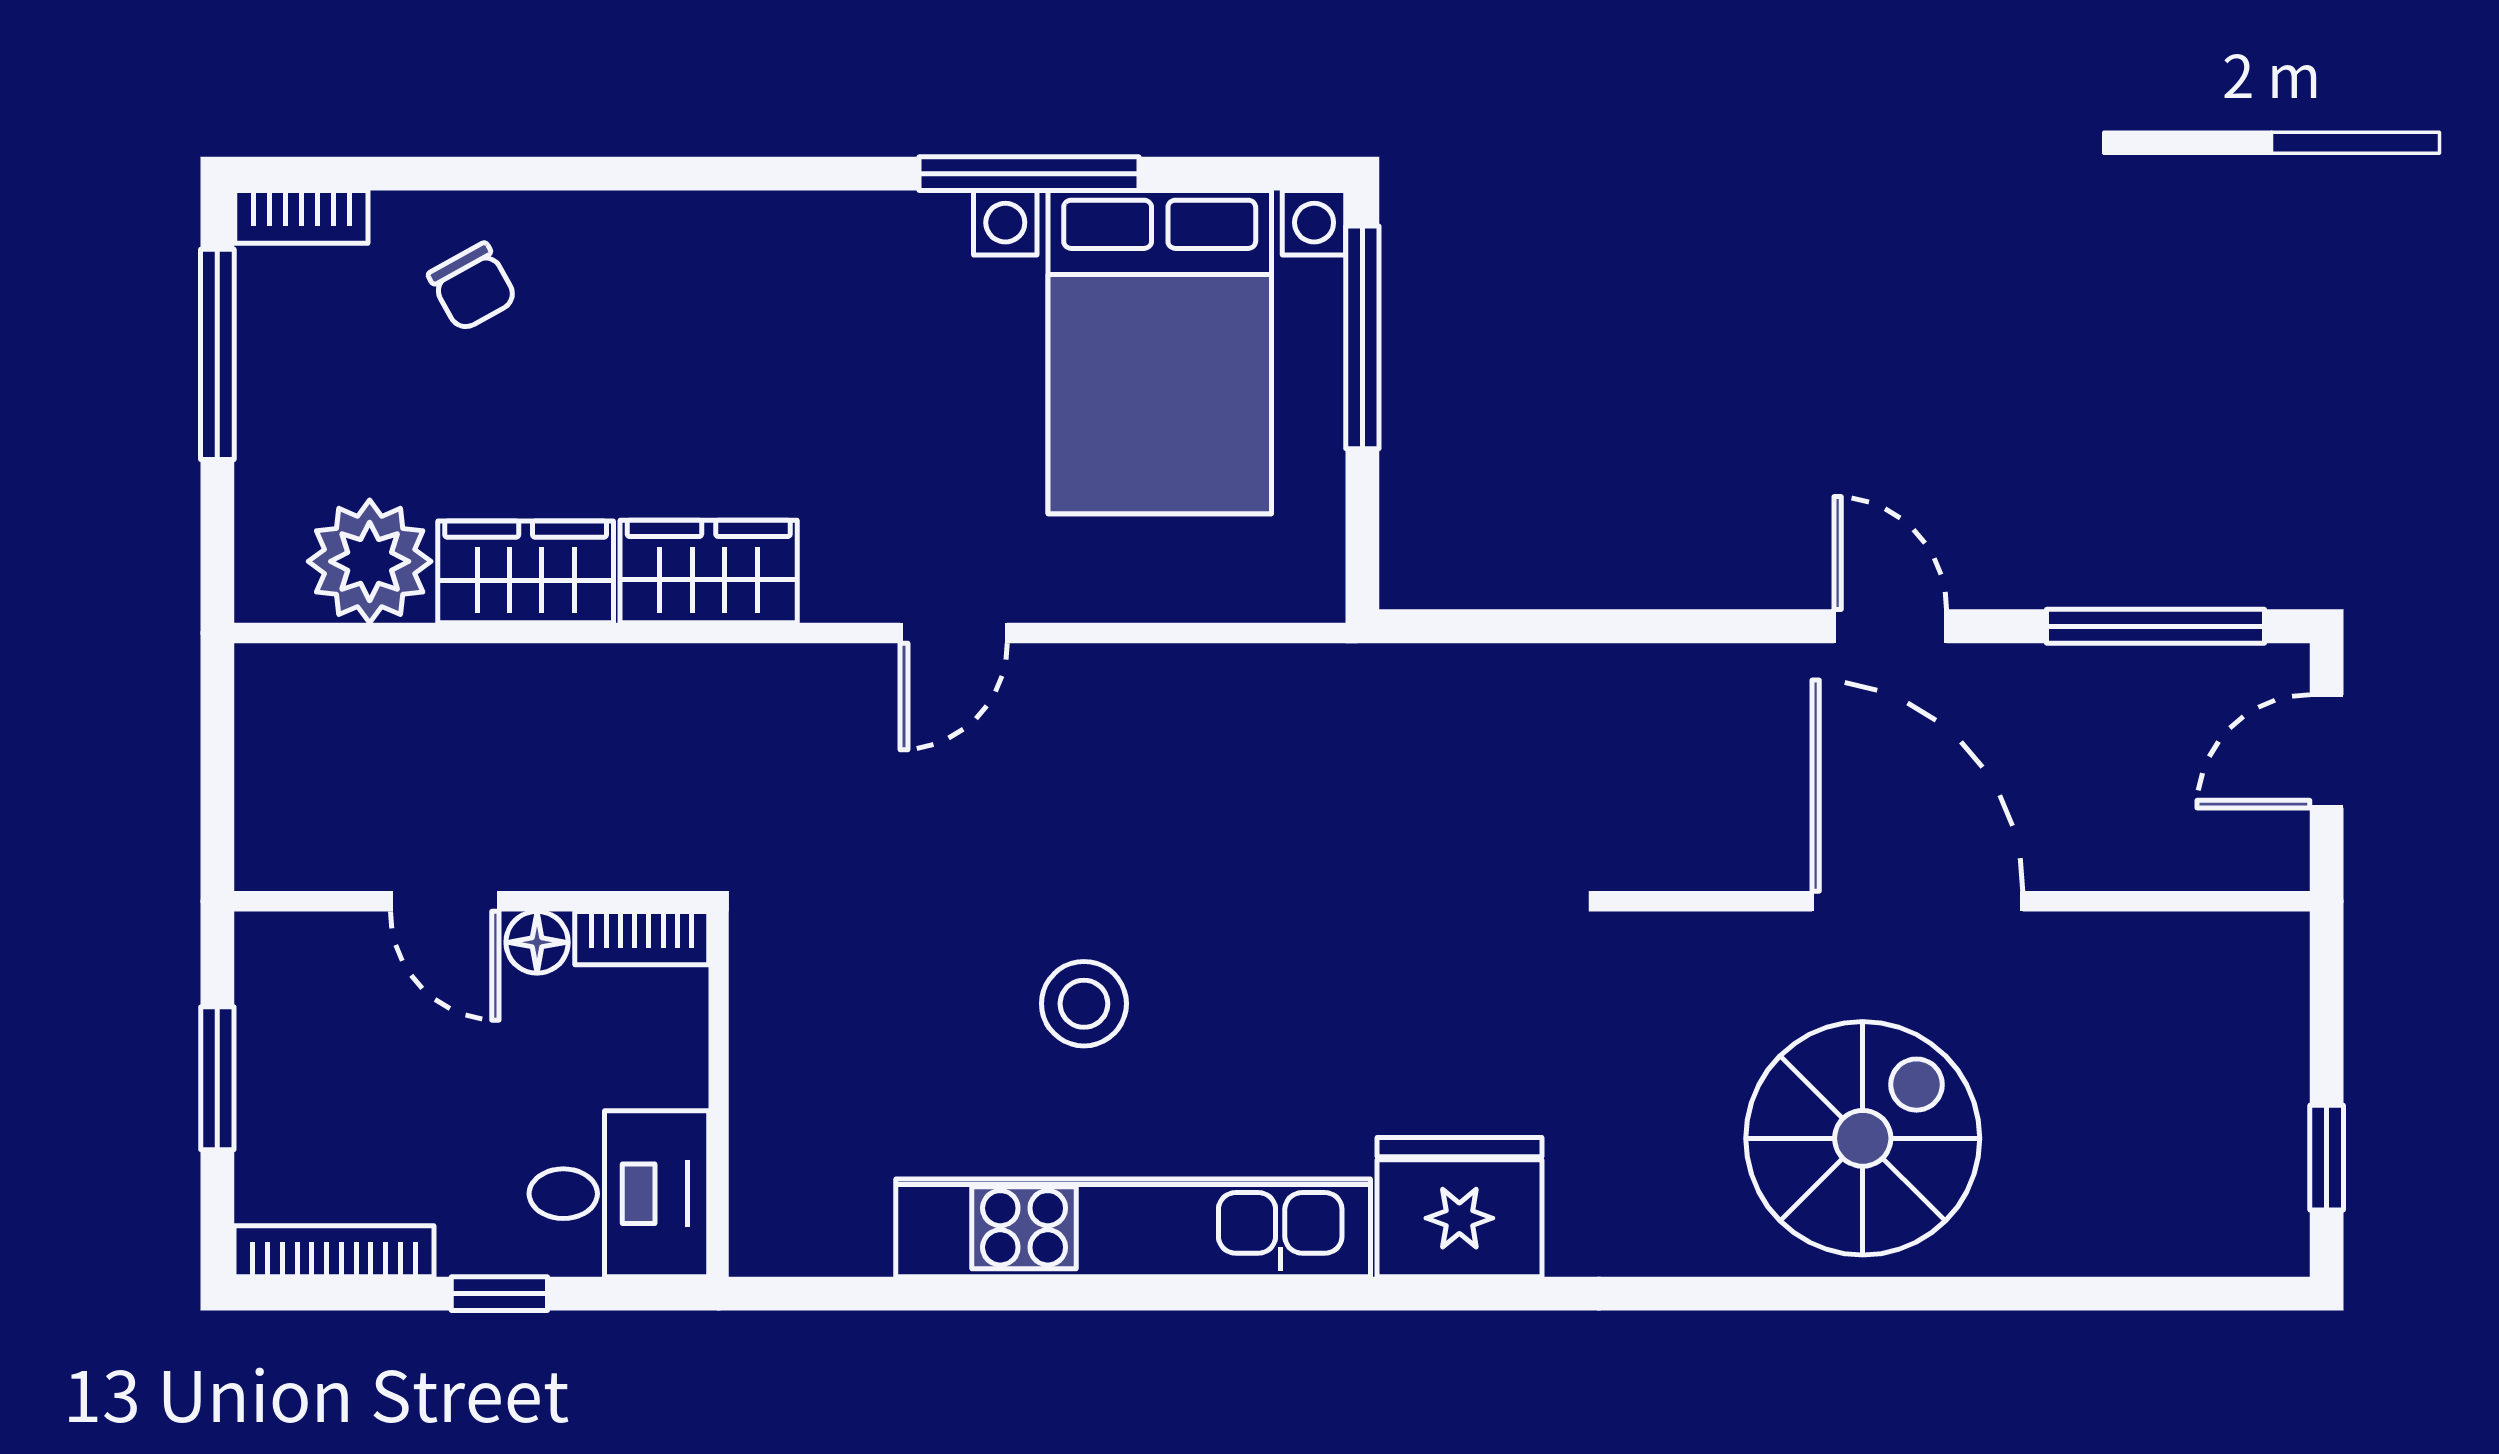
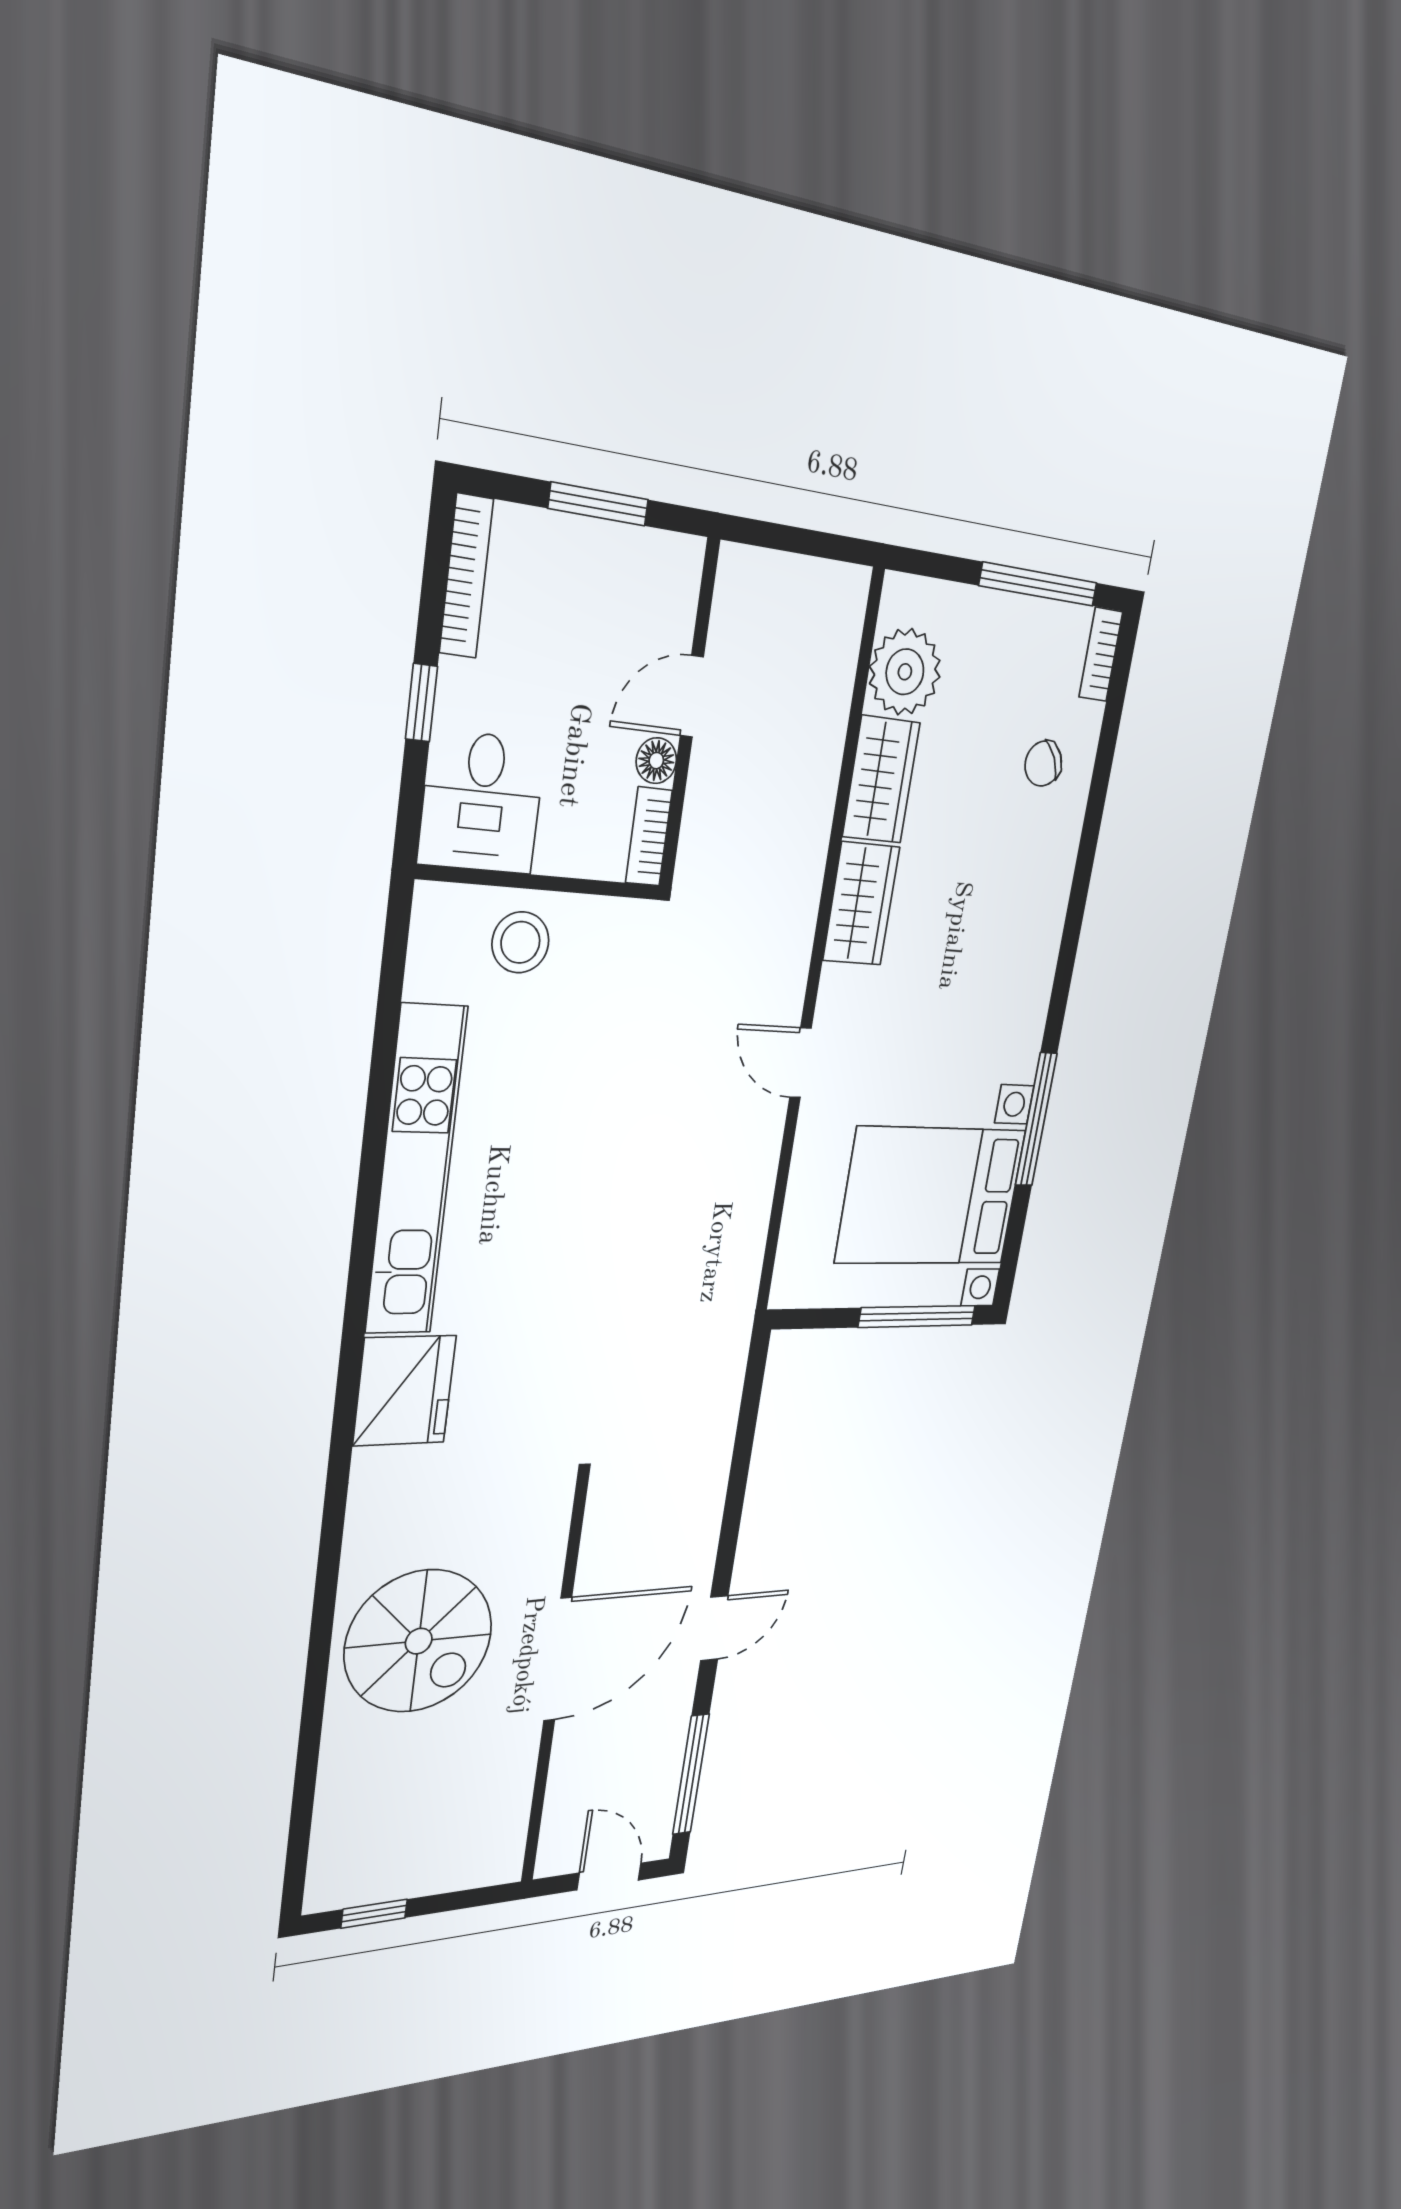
stool: (1084, 1004) -> (520, 942), moved

